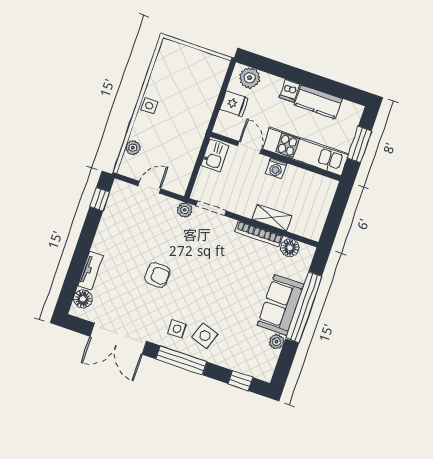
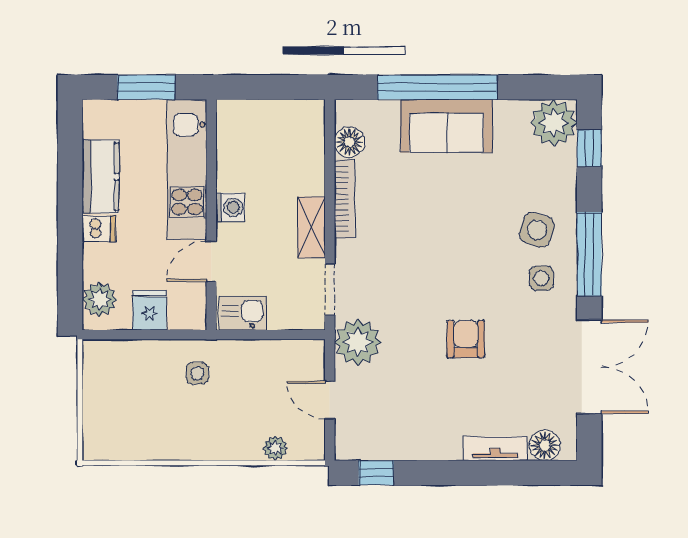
side table: (149, 106) -> (197, 373), moved
plant: (185, 210) -> (358, 342), width x1.88, depth x1.88
shelving: (272, 218) -> (311, 227), moved
plant: (276, 342) -> (554, 123), moved, width x1.88, depth x1.88

